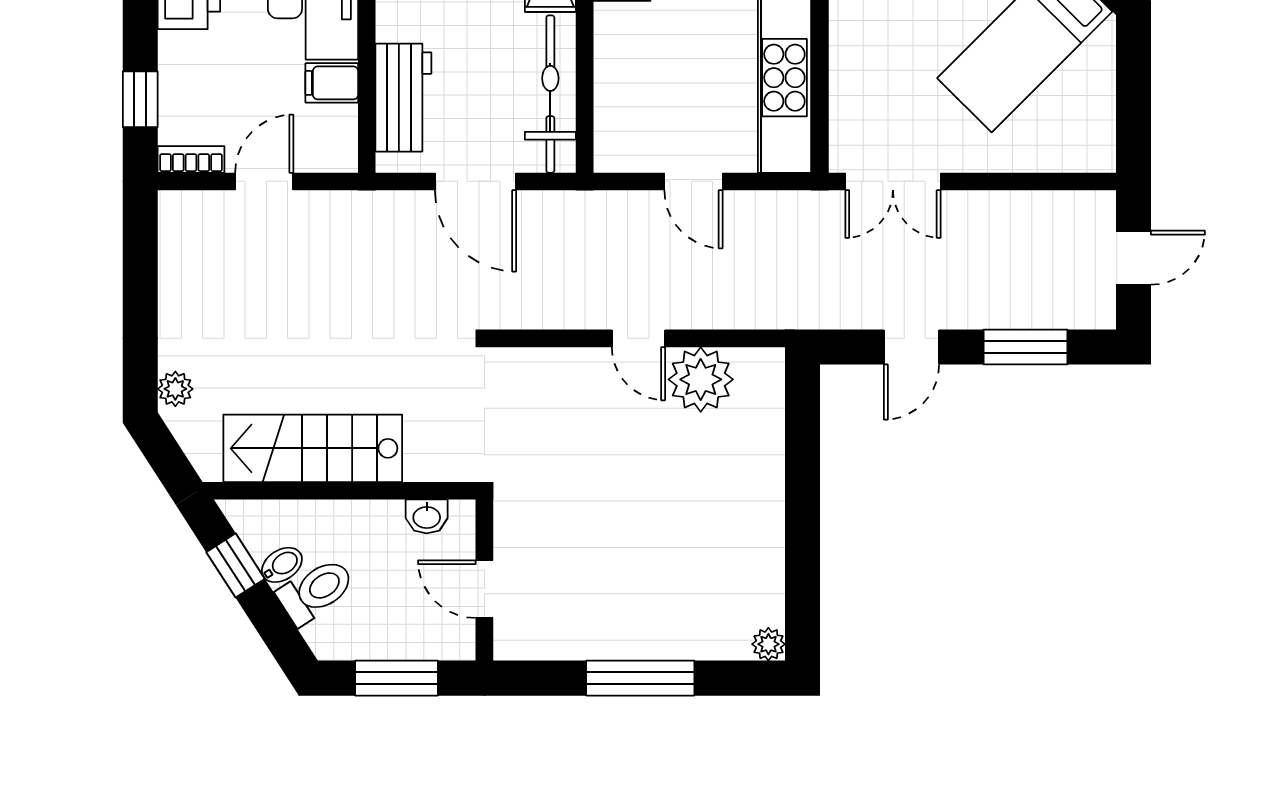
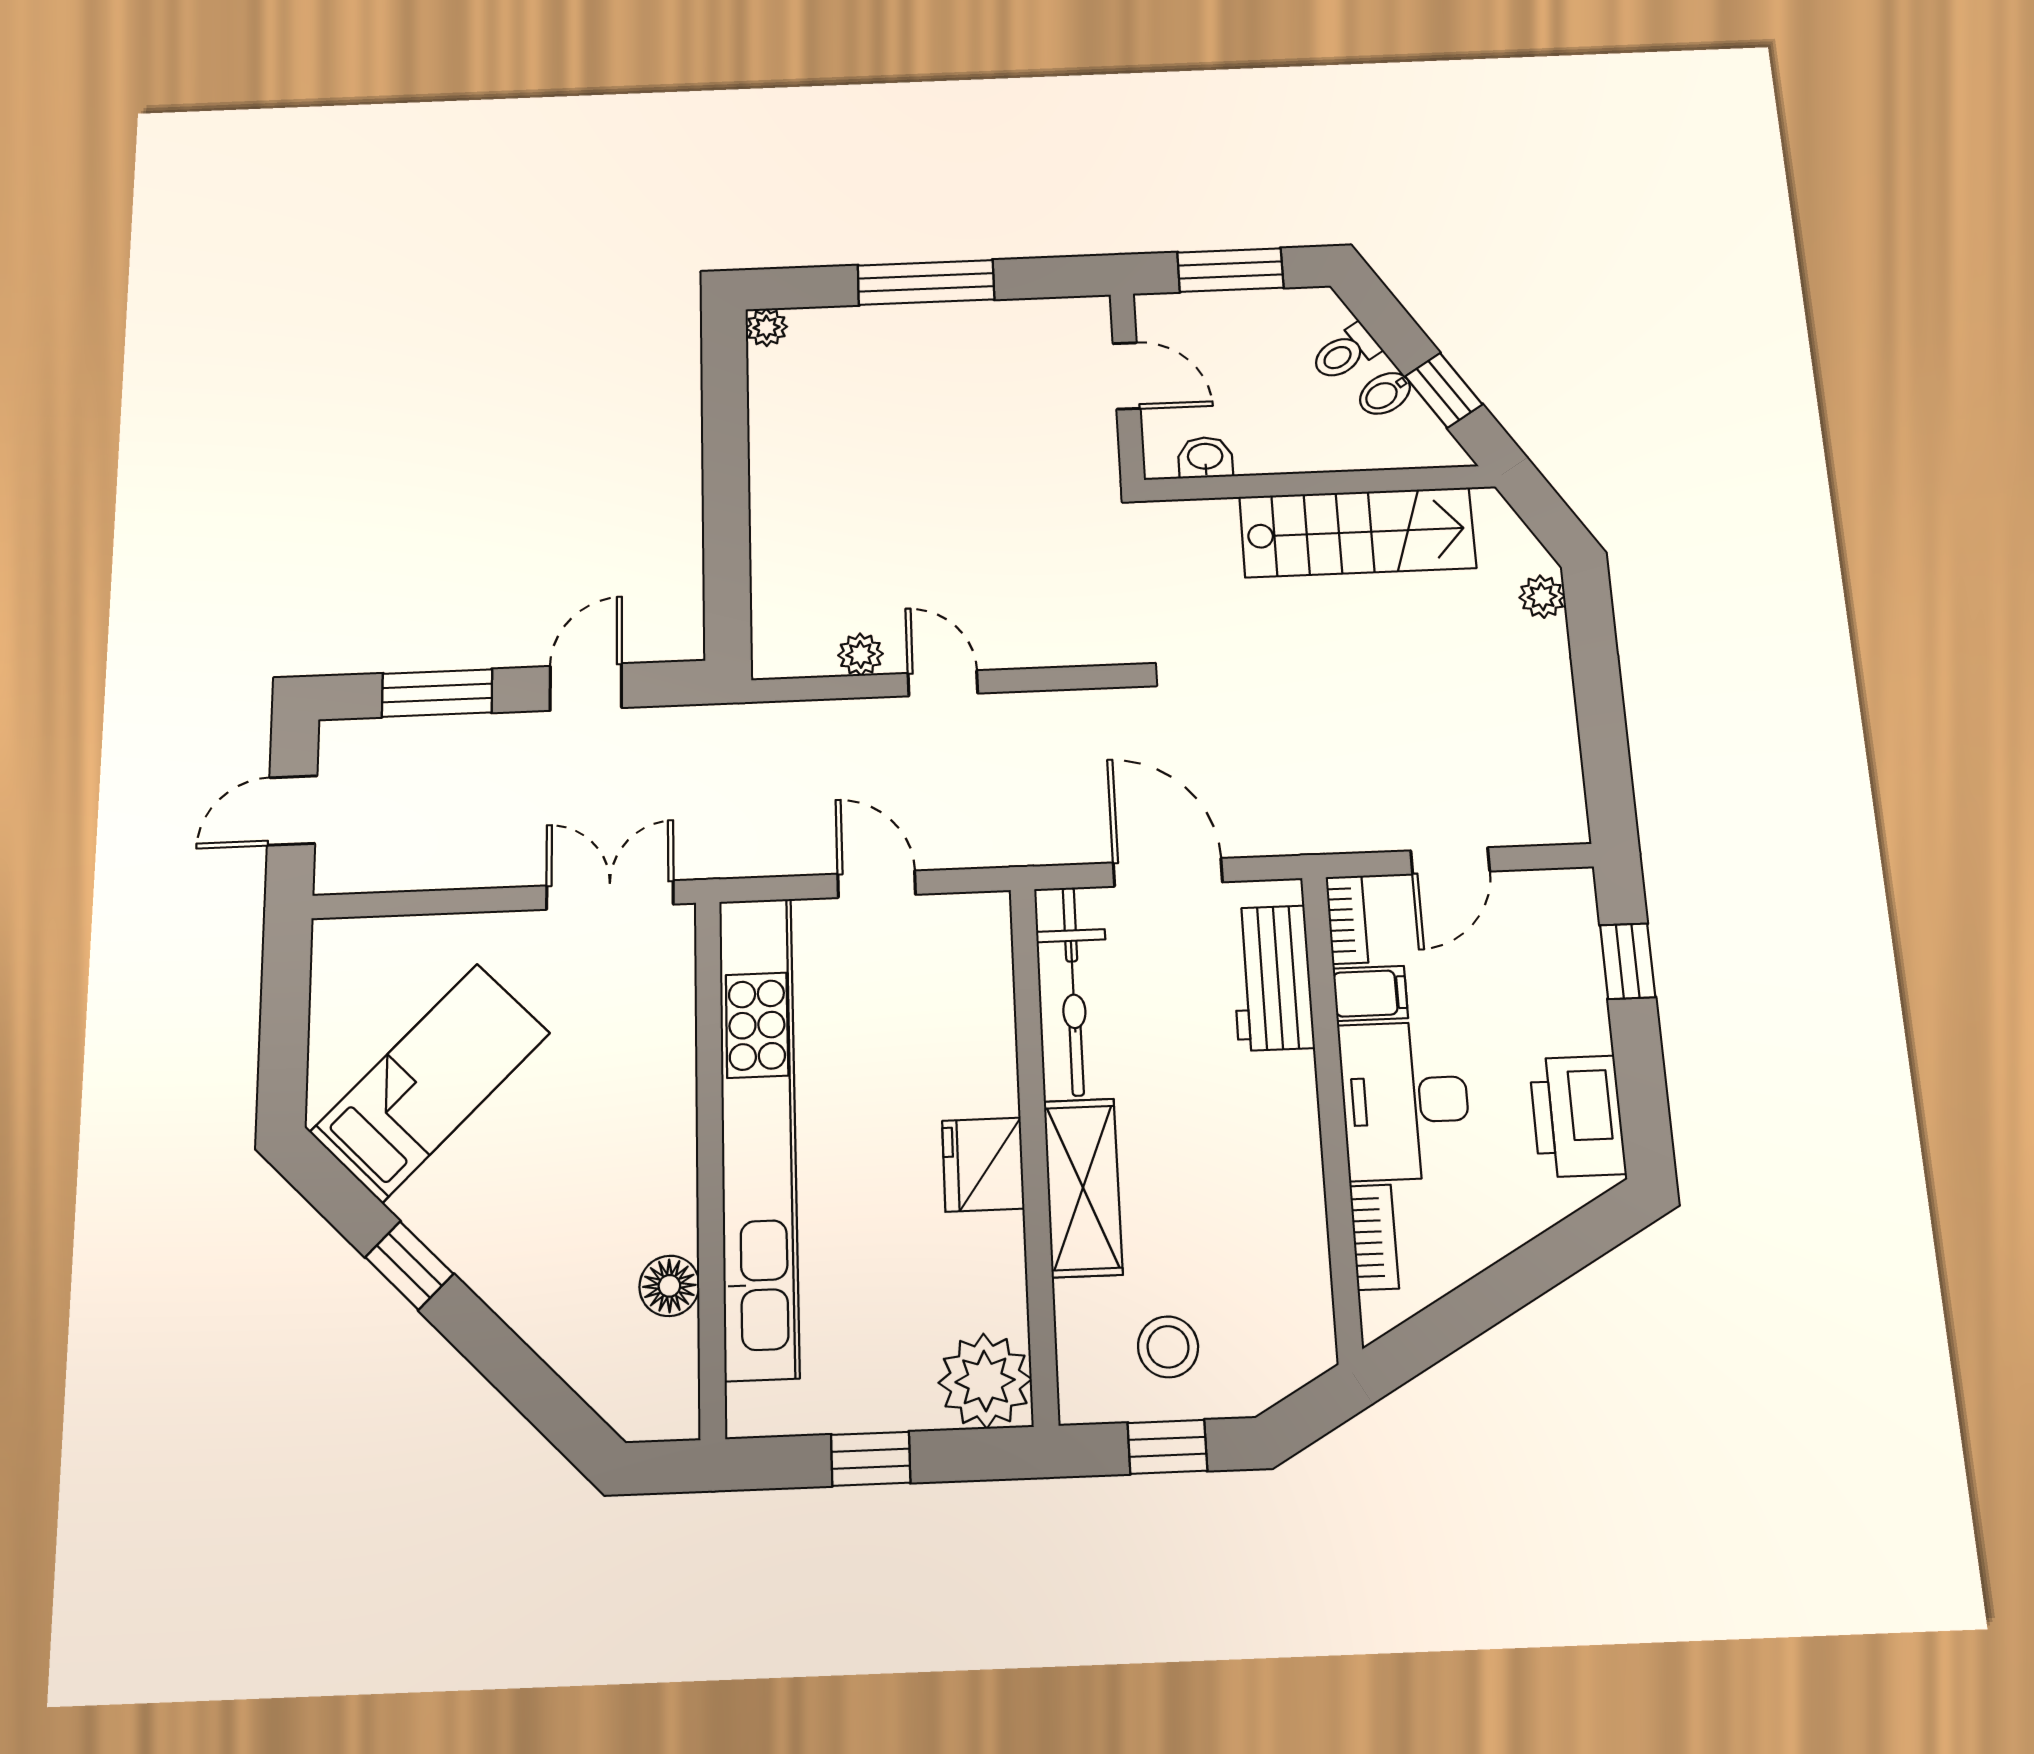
bookcase: (191, 159) -> (1347, 920), moved, turned -90
plant: (701, 379) -> (860, 654), width x0.53, depth x0.53
toilet: (316, 591) -> (1345, 353), width x0.73, depth x0.72

